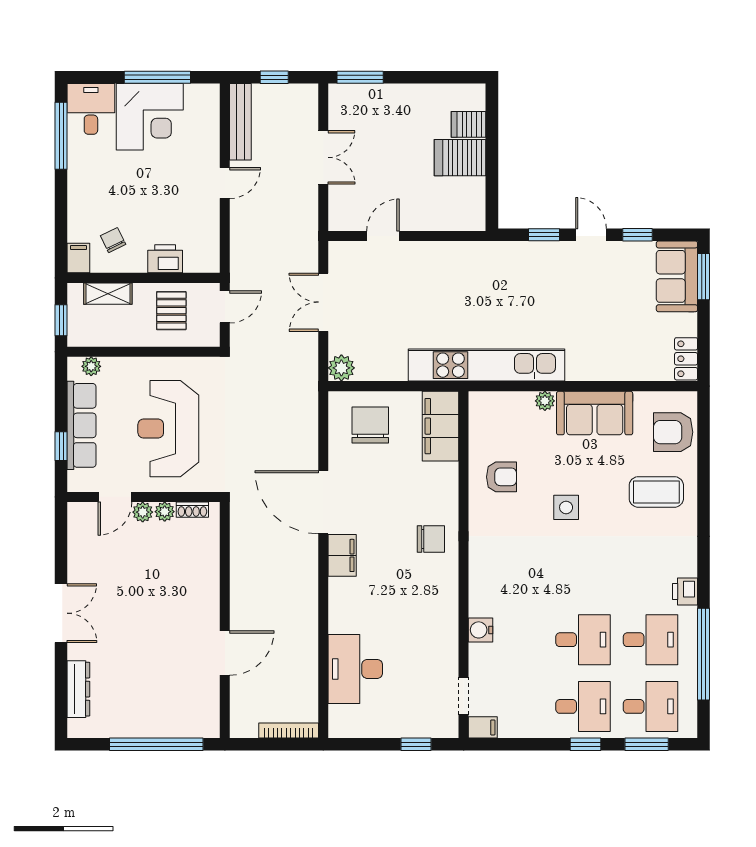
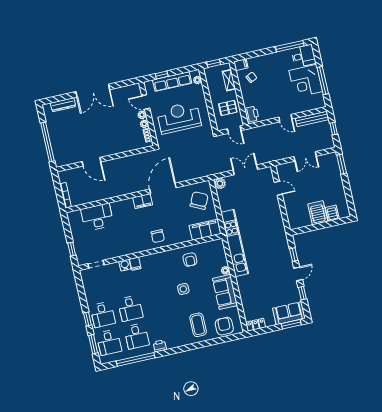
printer: (165, 259) -> (252, 114), moved
chair: (370, 425) -> (199, 201), turned -64
double door: (61, 613) -> (93, 91), width x1.37
filing cabinet: (483, 727) -> (135, 264), moved

